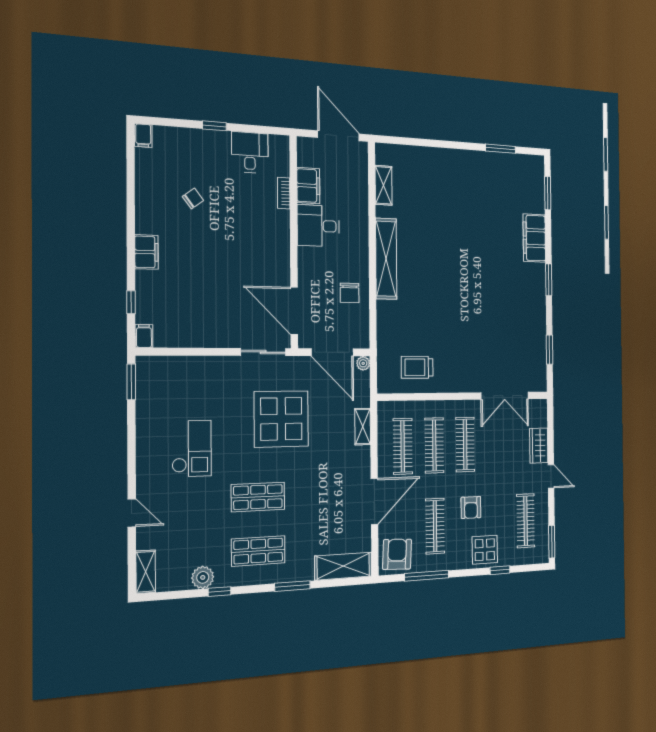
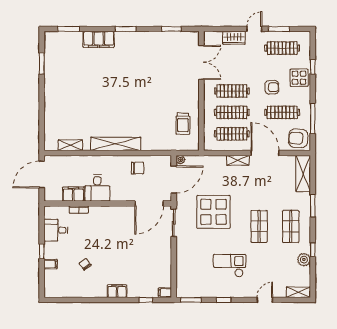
filing cabinet: (143, 136) -> (51, 264), moved
shelving: (363, 427) -> (238, 160), moved
window: (131, 440) -> (224, 300), added
window: (552, 542) -> (279, 29), moved

